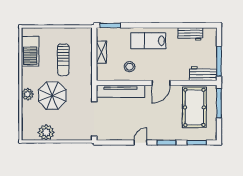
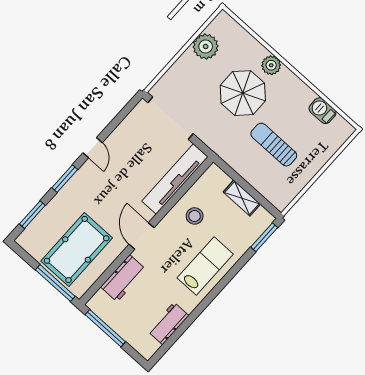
barbecue: (30, 51) -> (322, 111), width x0.53, depth x0.65
workbench: (203, 74) -> (123, 278), moved
pool table: (194, 107) -> (77, 250), turned 90

